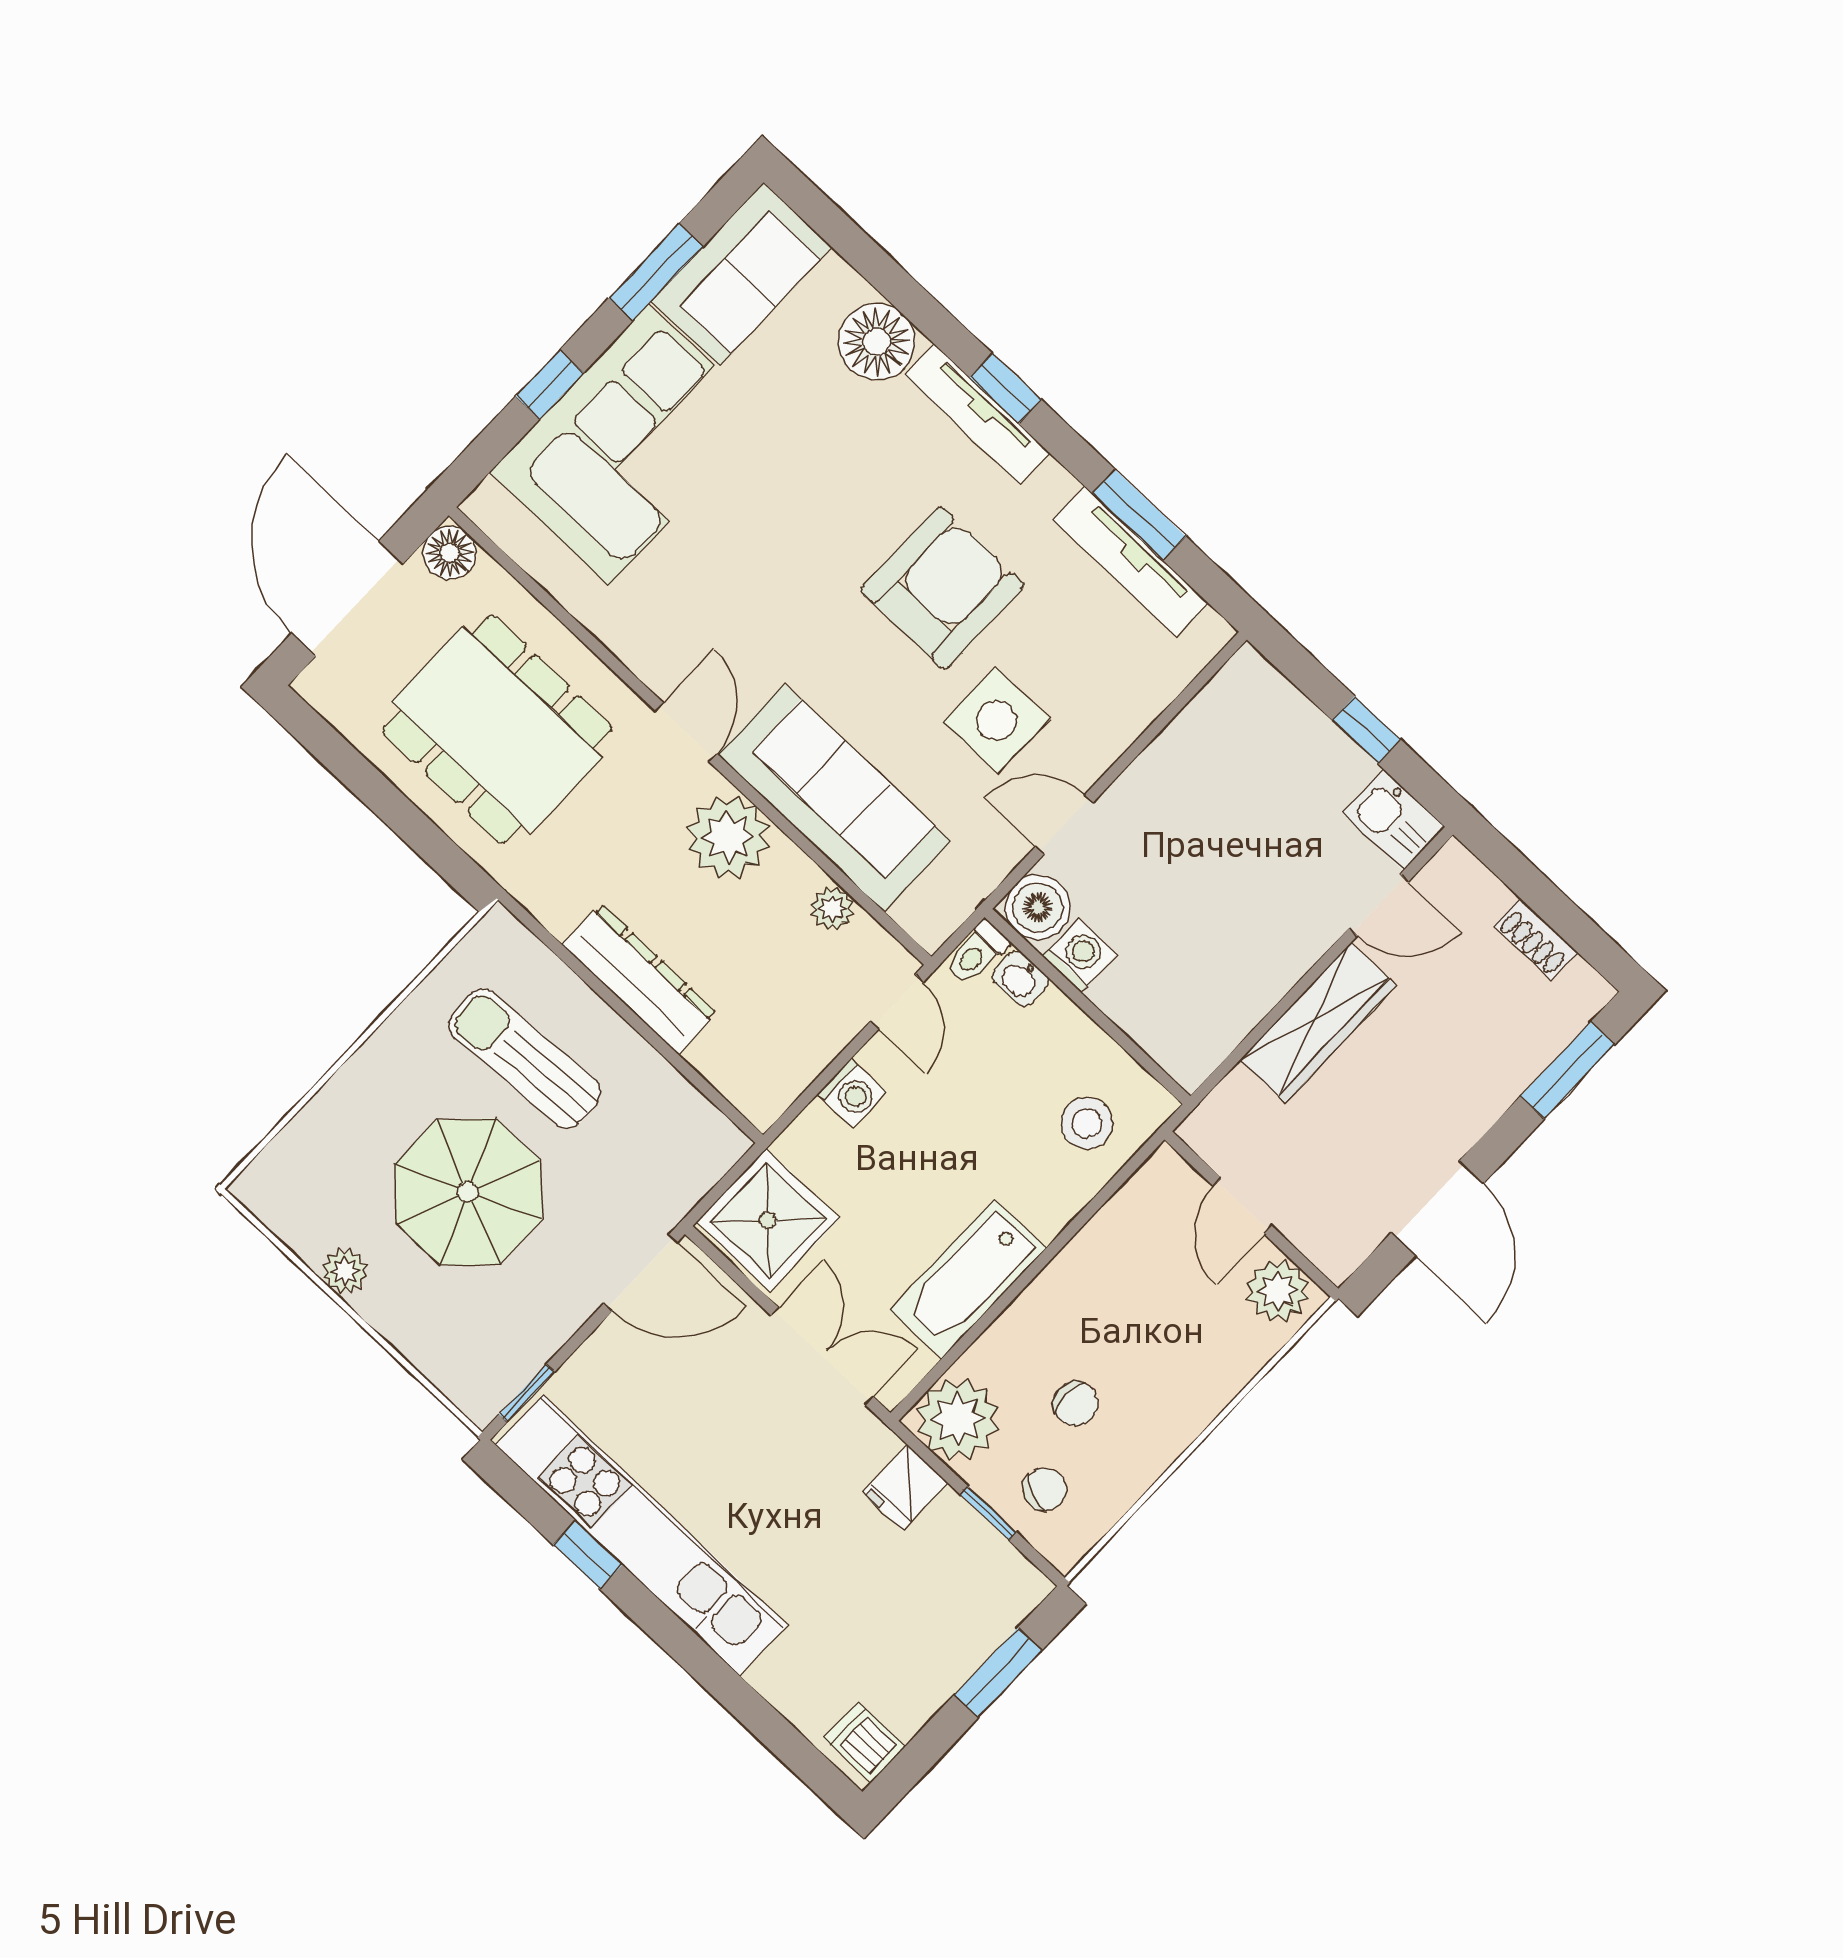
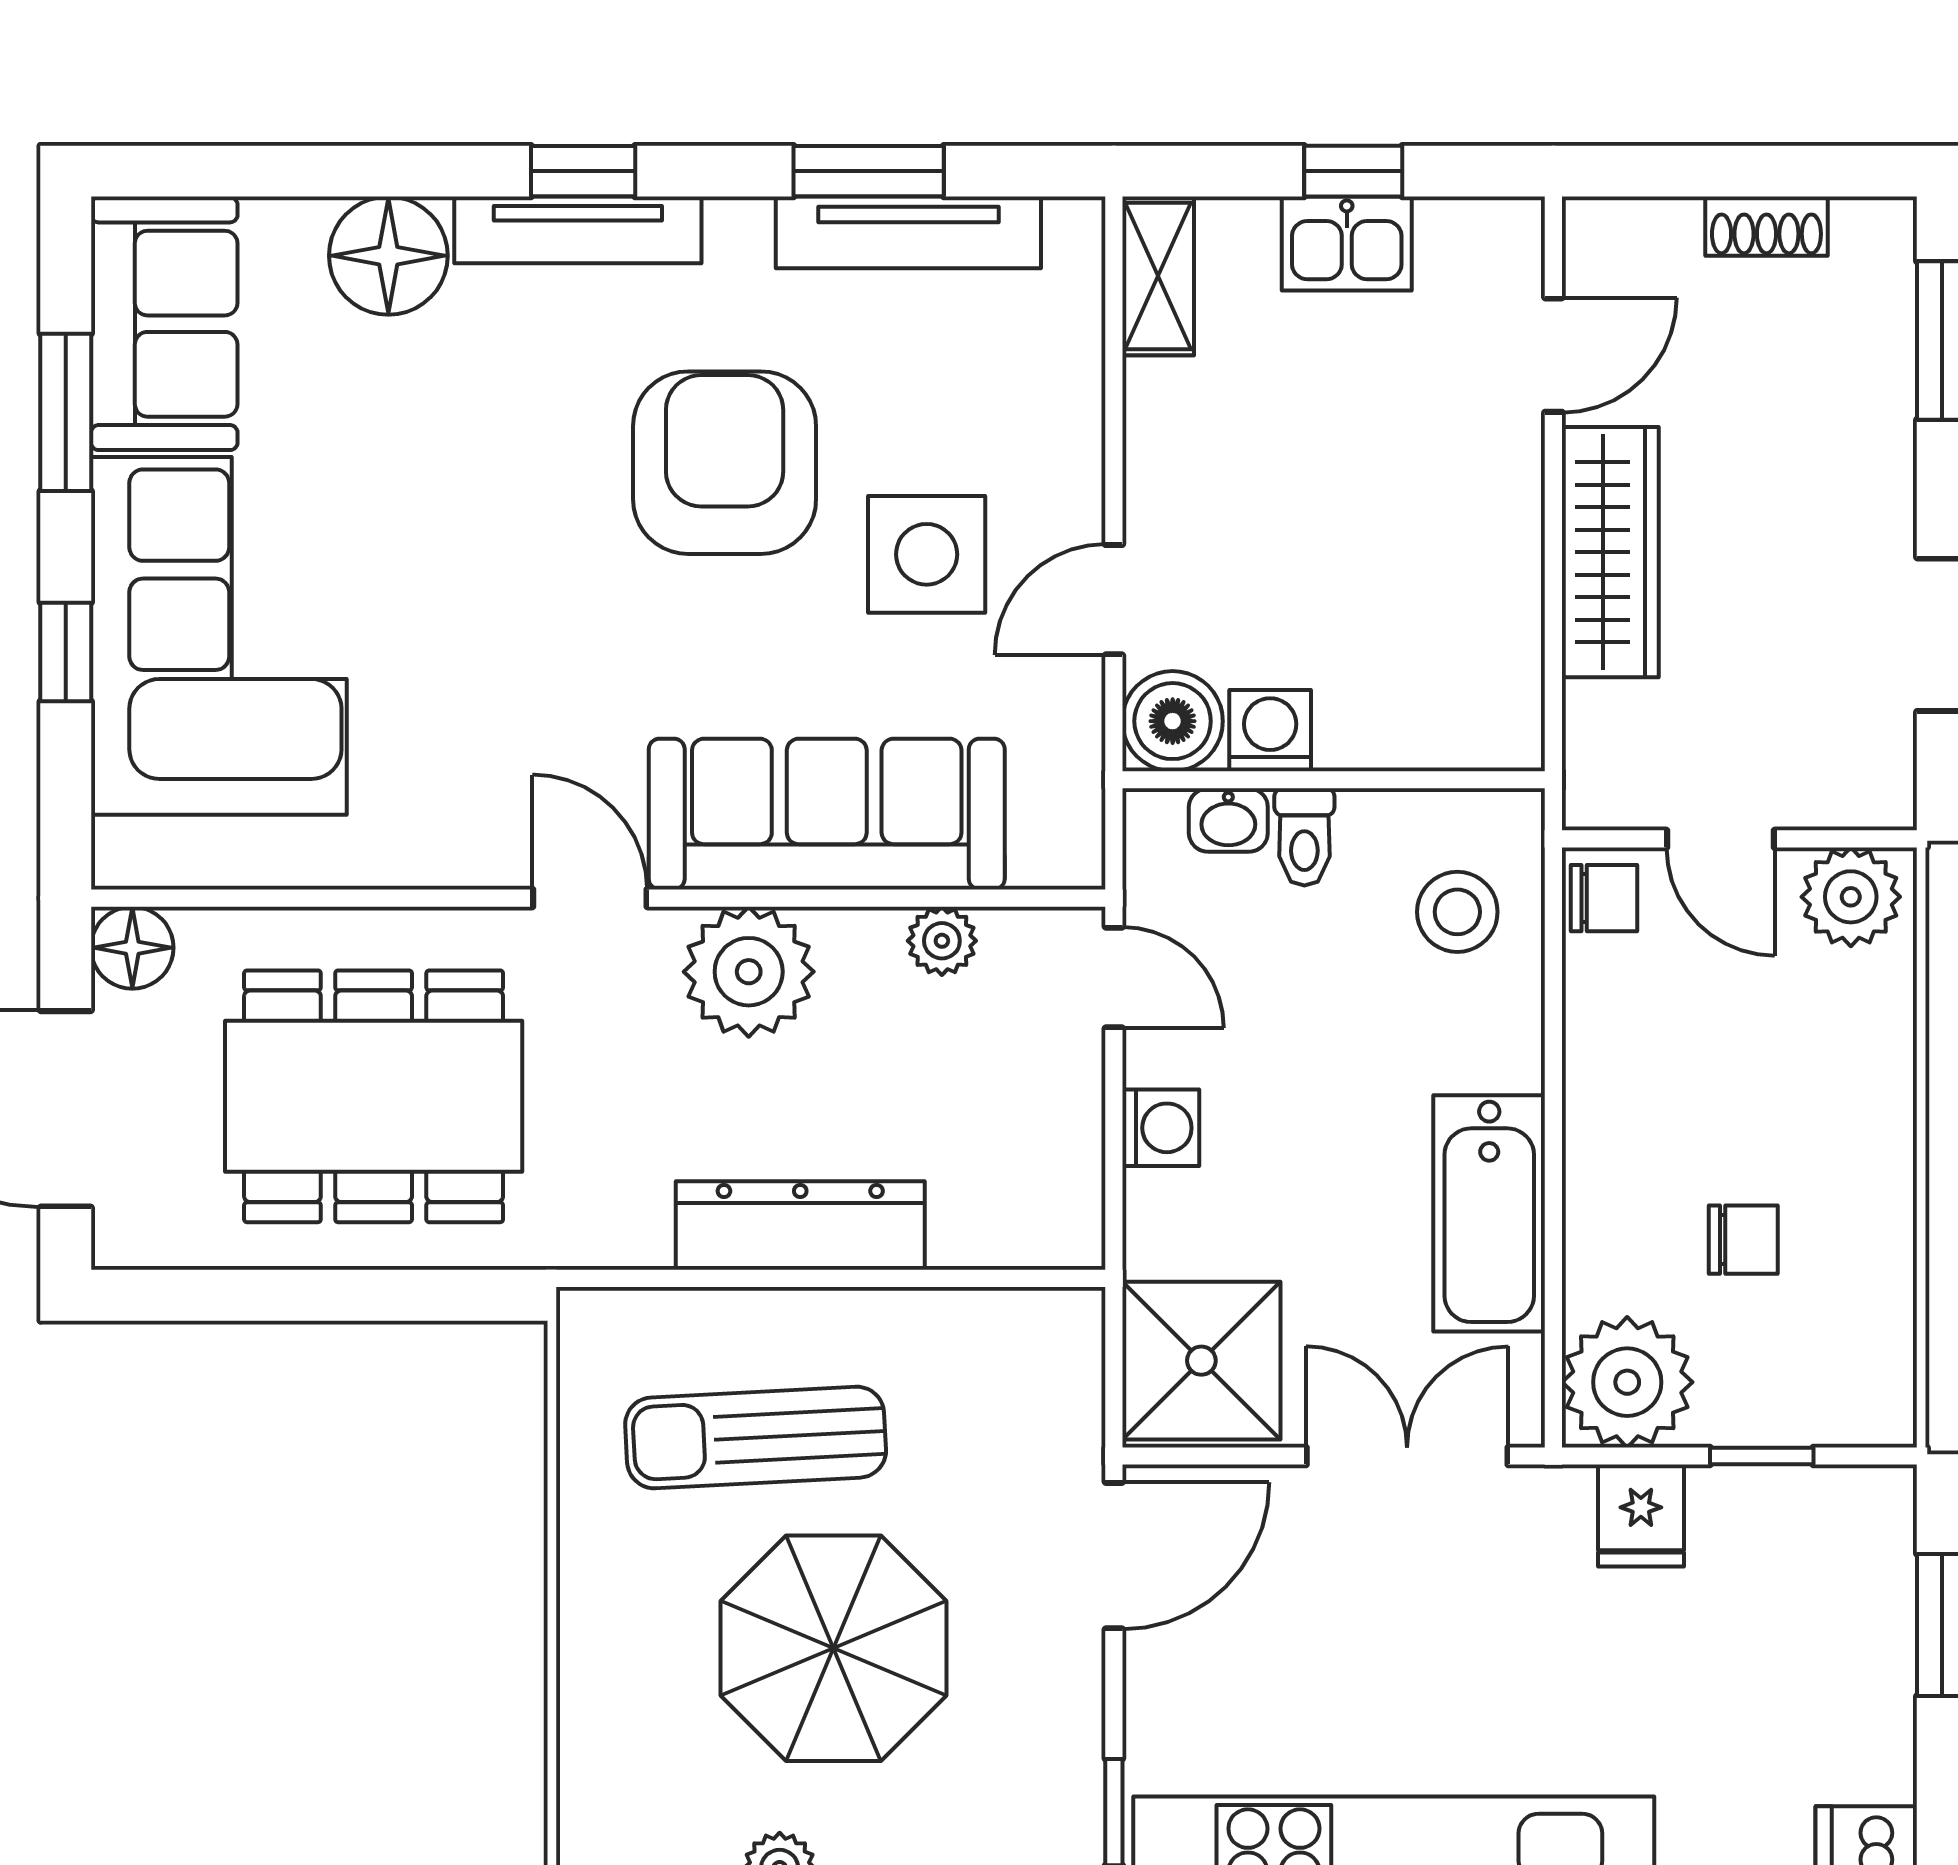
shelving: (1228, 693) -> (1158, 276), added
kitchen sink: (1394, 820) -> (1347, 244), moved
toilet: (977, 953) -> (1304, 837), moved
chair: (1045, 1489) -> (1604, 898), moved, turned 68

